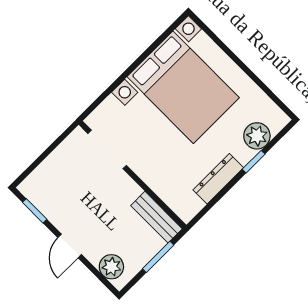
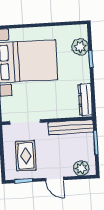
dresser: (218, 179) -> (85, 100), moved
rug: (67, 186) -> (26, 156), added
bench: (156, 217) -> (71, 127), width x1.36

